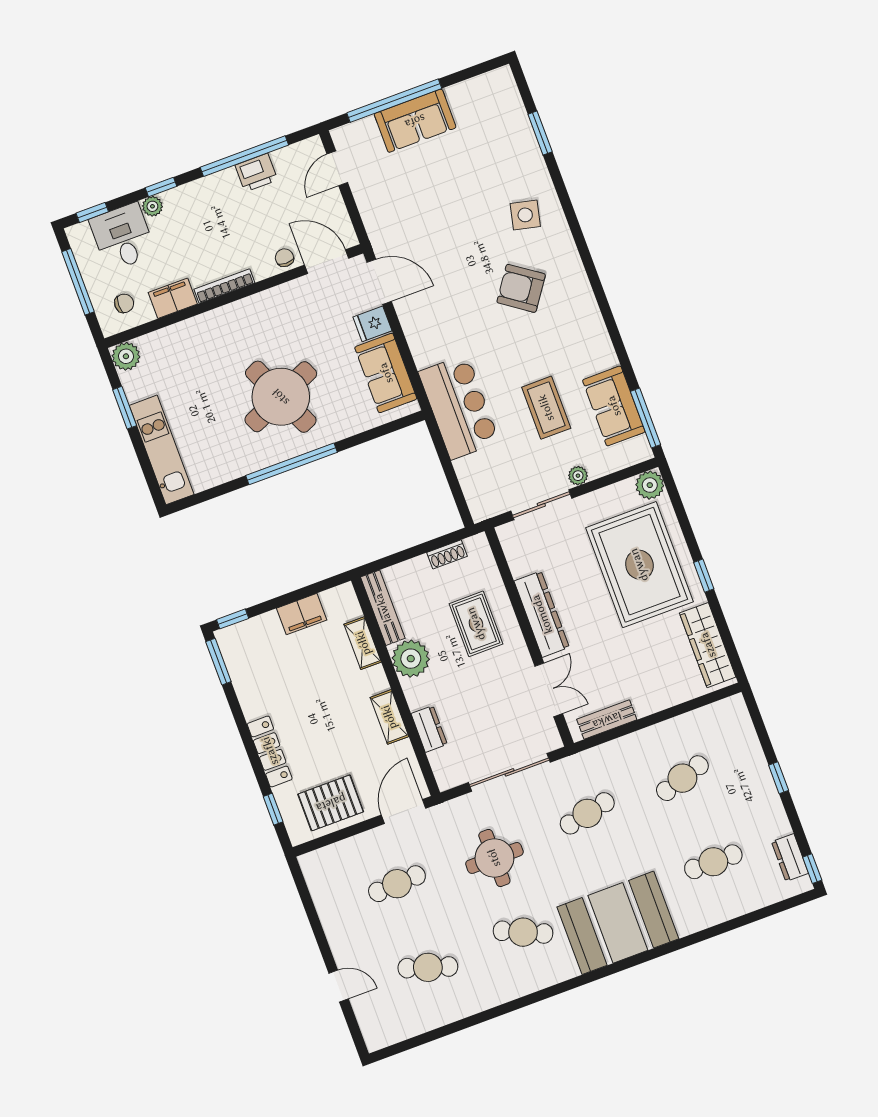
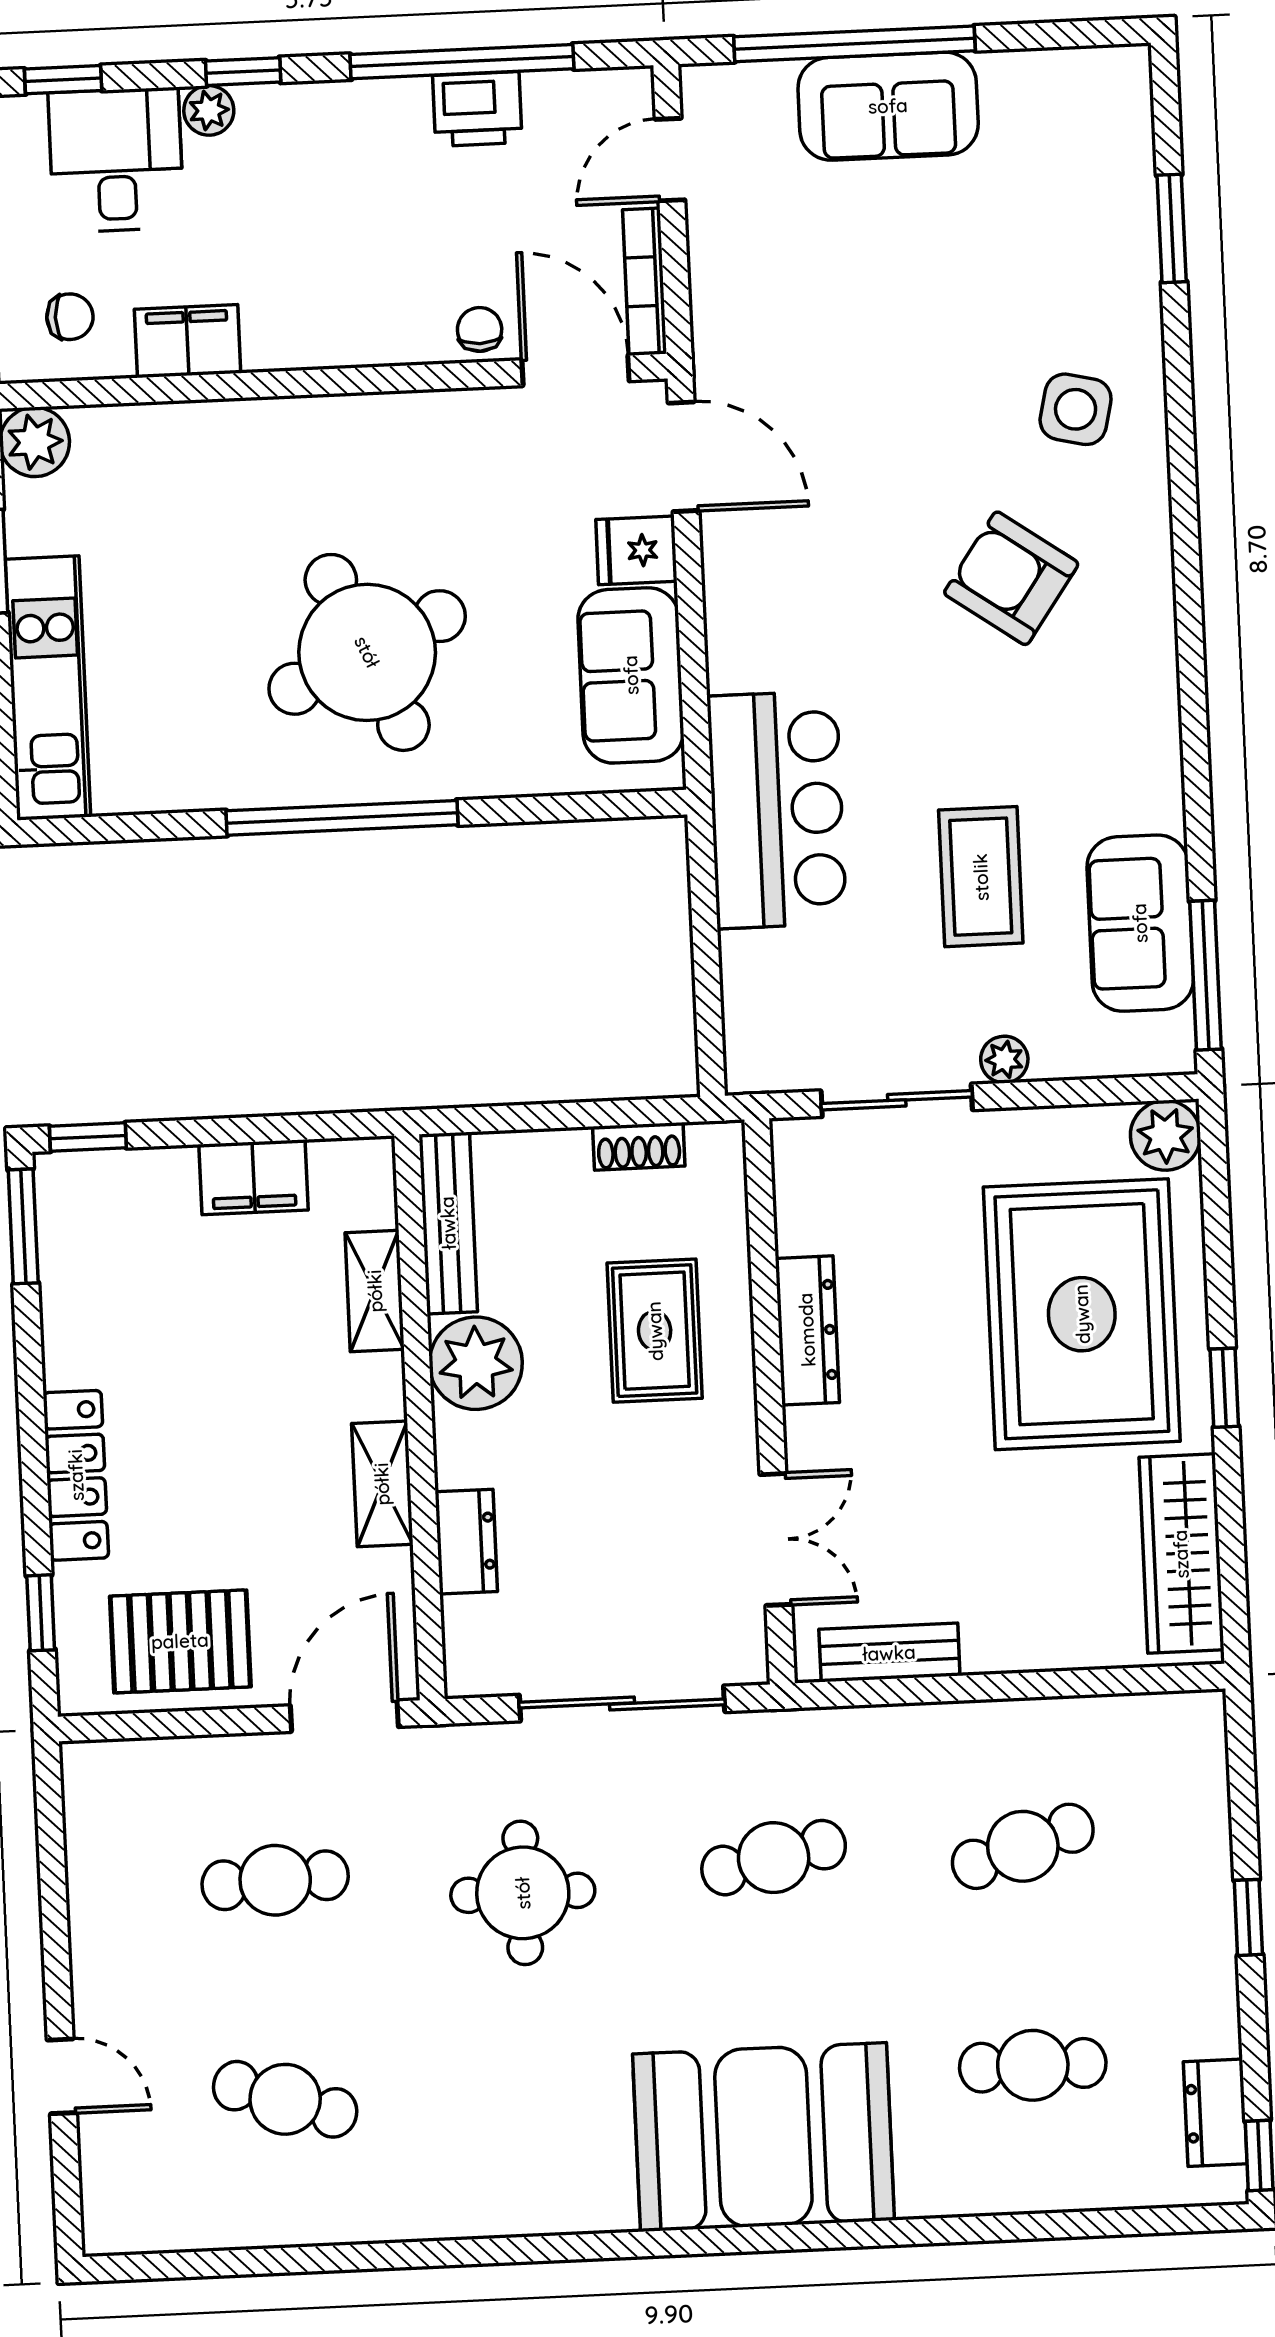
bookcase: (224, 286) -> (645, 282), moved, turned -90
dresser: (542, 614) -> (807, 1330), width x0.73, depth x0.80
cafe table: (523, 932) -> (534, 2088), removed

